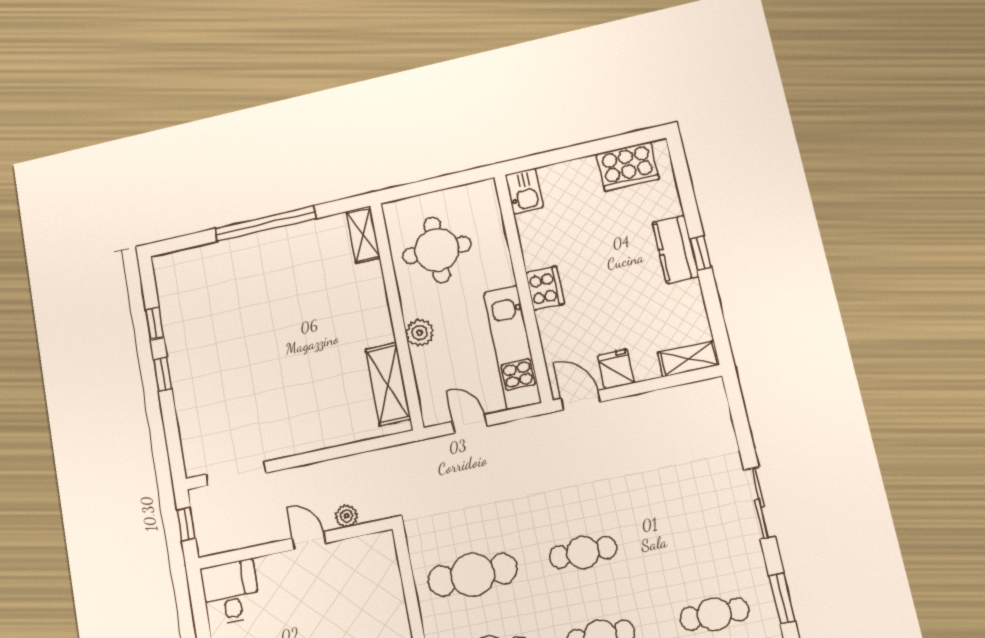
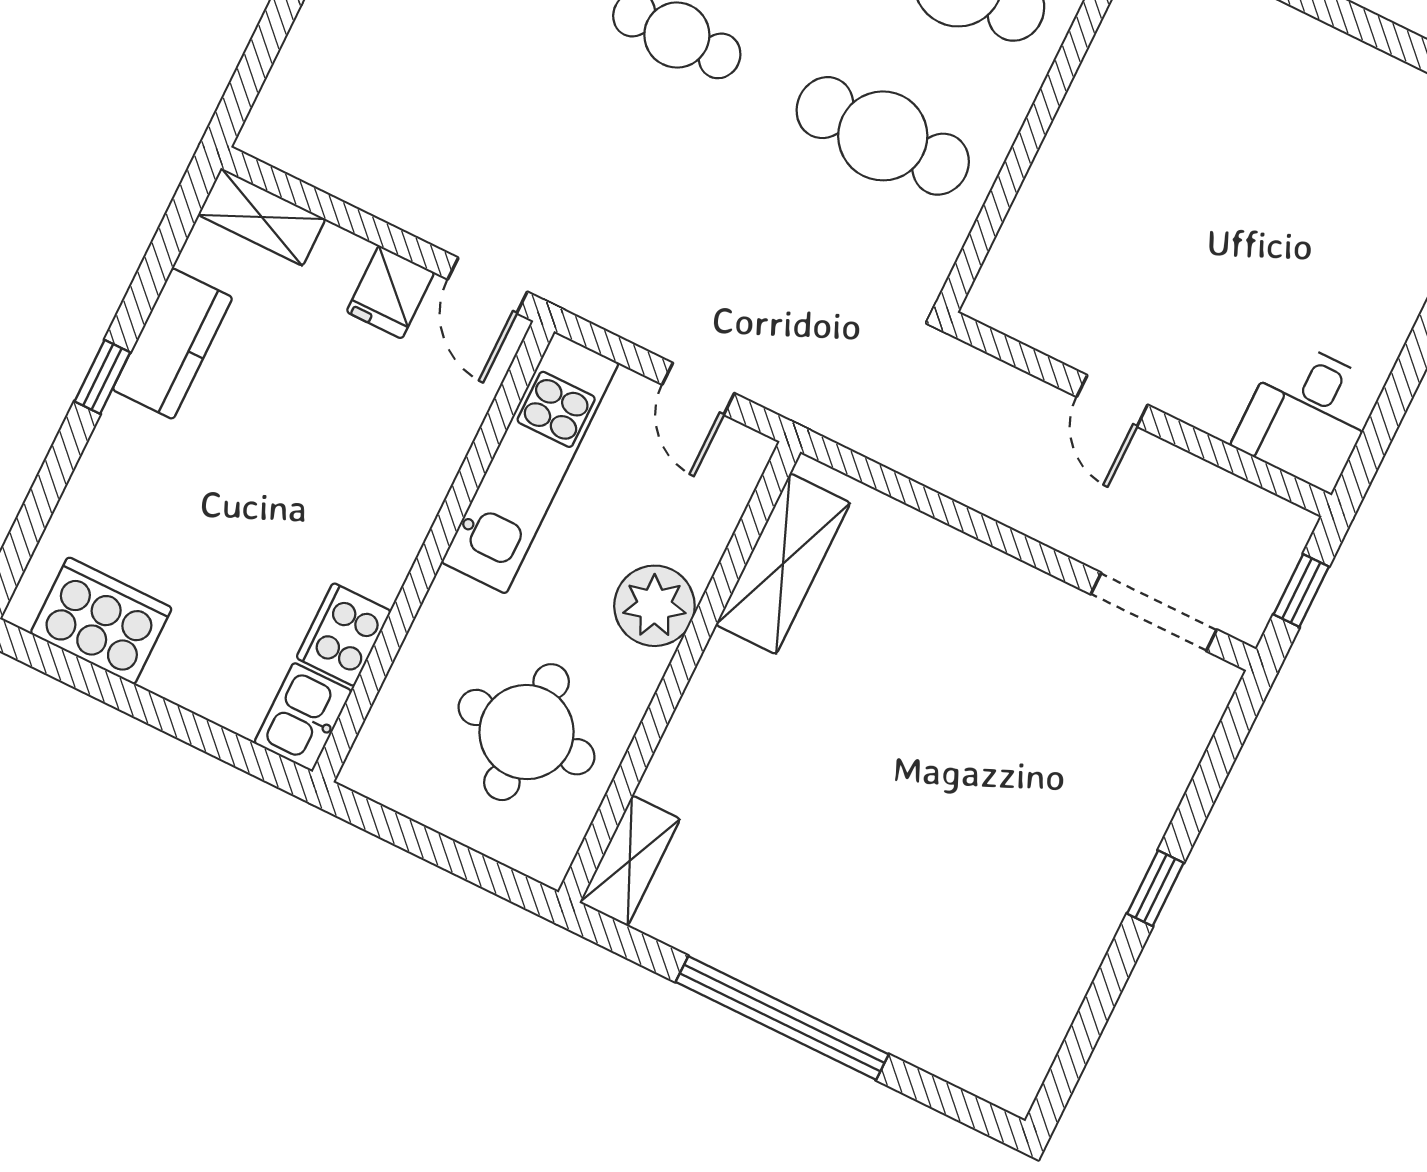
kitchen counter: (675, 249) -> (173, 344), moved
cooker: (545, 288) -> (344, 634), moved
window: (155, 323) -> (1105, 991), removed
plant: (420, 333) -> (654, 606), width x1.36, depth x1.36
plant: (346, 516) -> (1018, 394), removed

